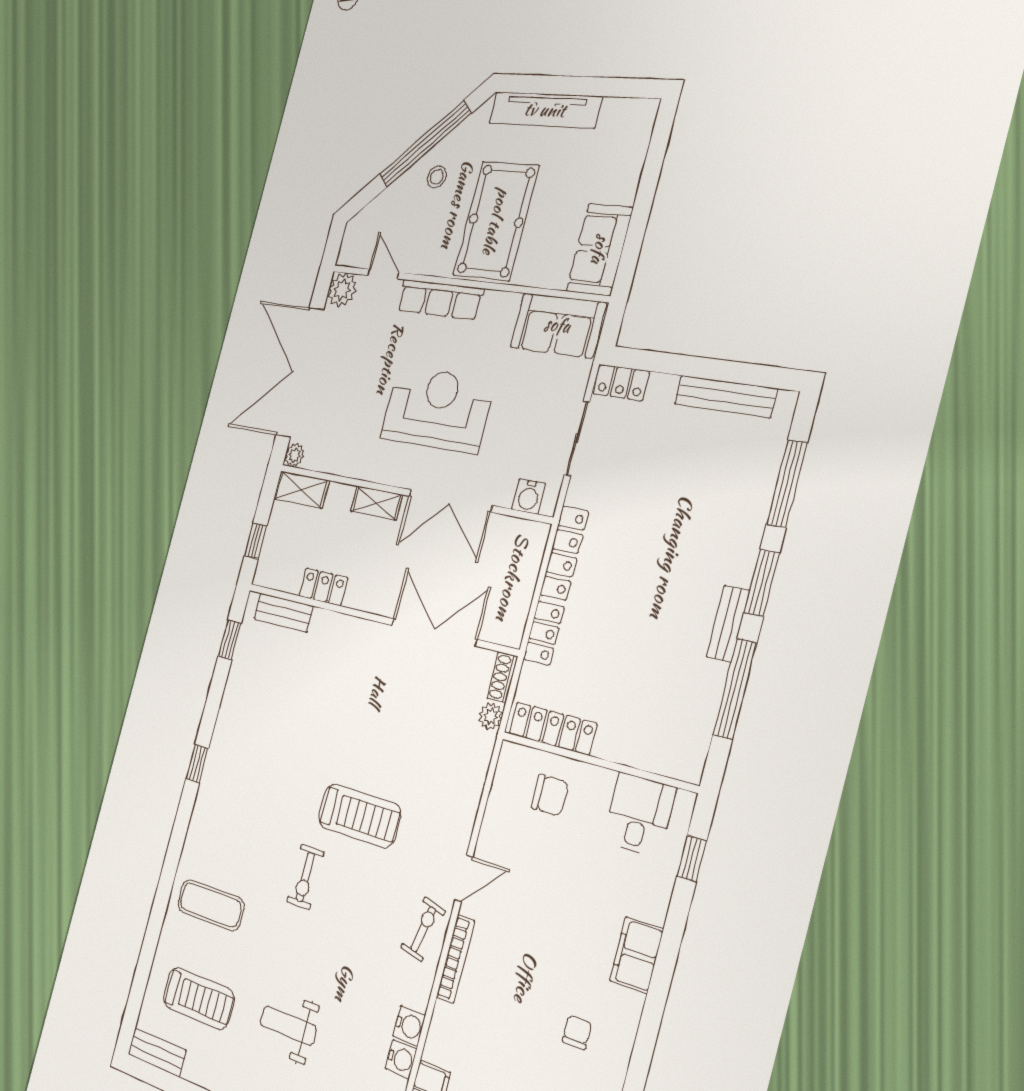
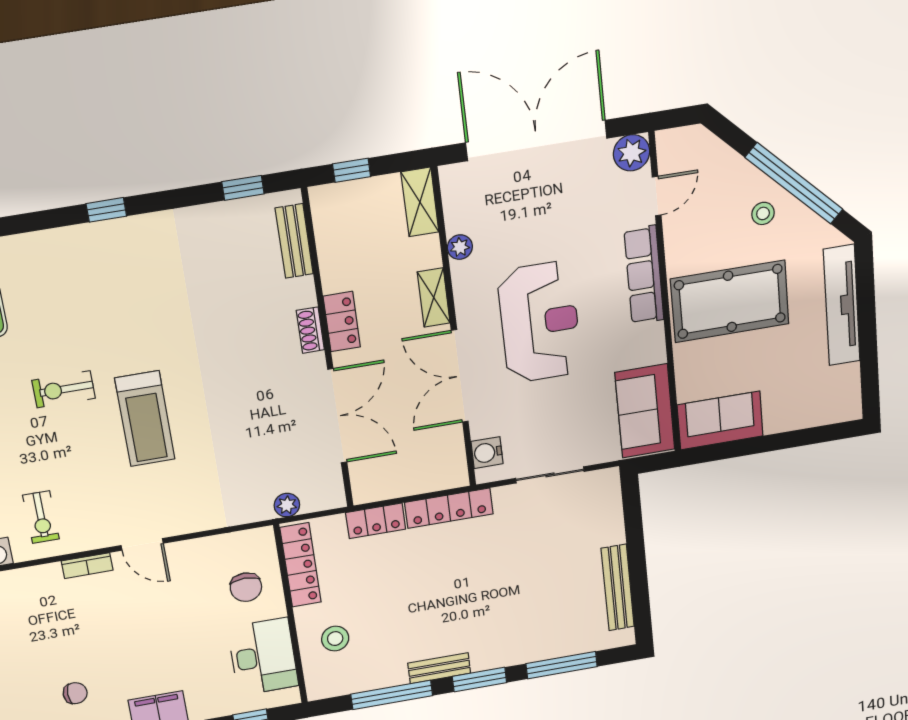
locker: (621, 383) -> (608, 493), removed
plant: (295, 455) -> (460, 247), moved
locker: (323, 587) -> (342, 322), moved
shoe rack: (502, 677) -> (310, 330), moved, turned -90
stool: (644, 725) -> (335, 639), added
desk: (639, 815) -> (263, 657), width x1.37
exercise bike: (423, 929) -> (41, 517), moved, turned 77
bookcase: (455, 959) -> (87, 566), width x0.64

